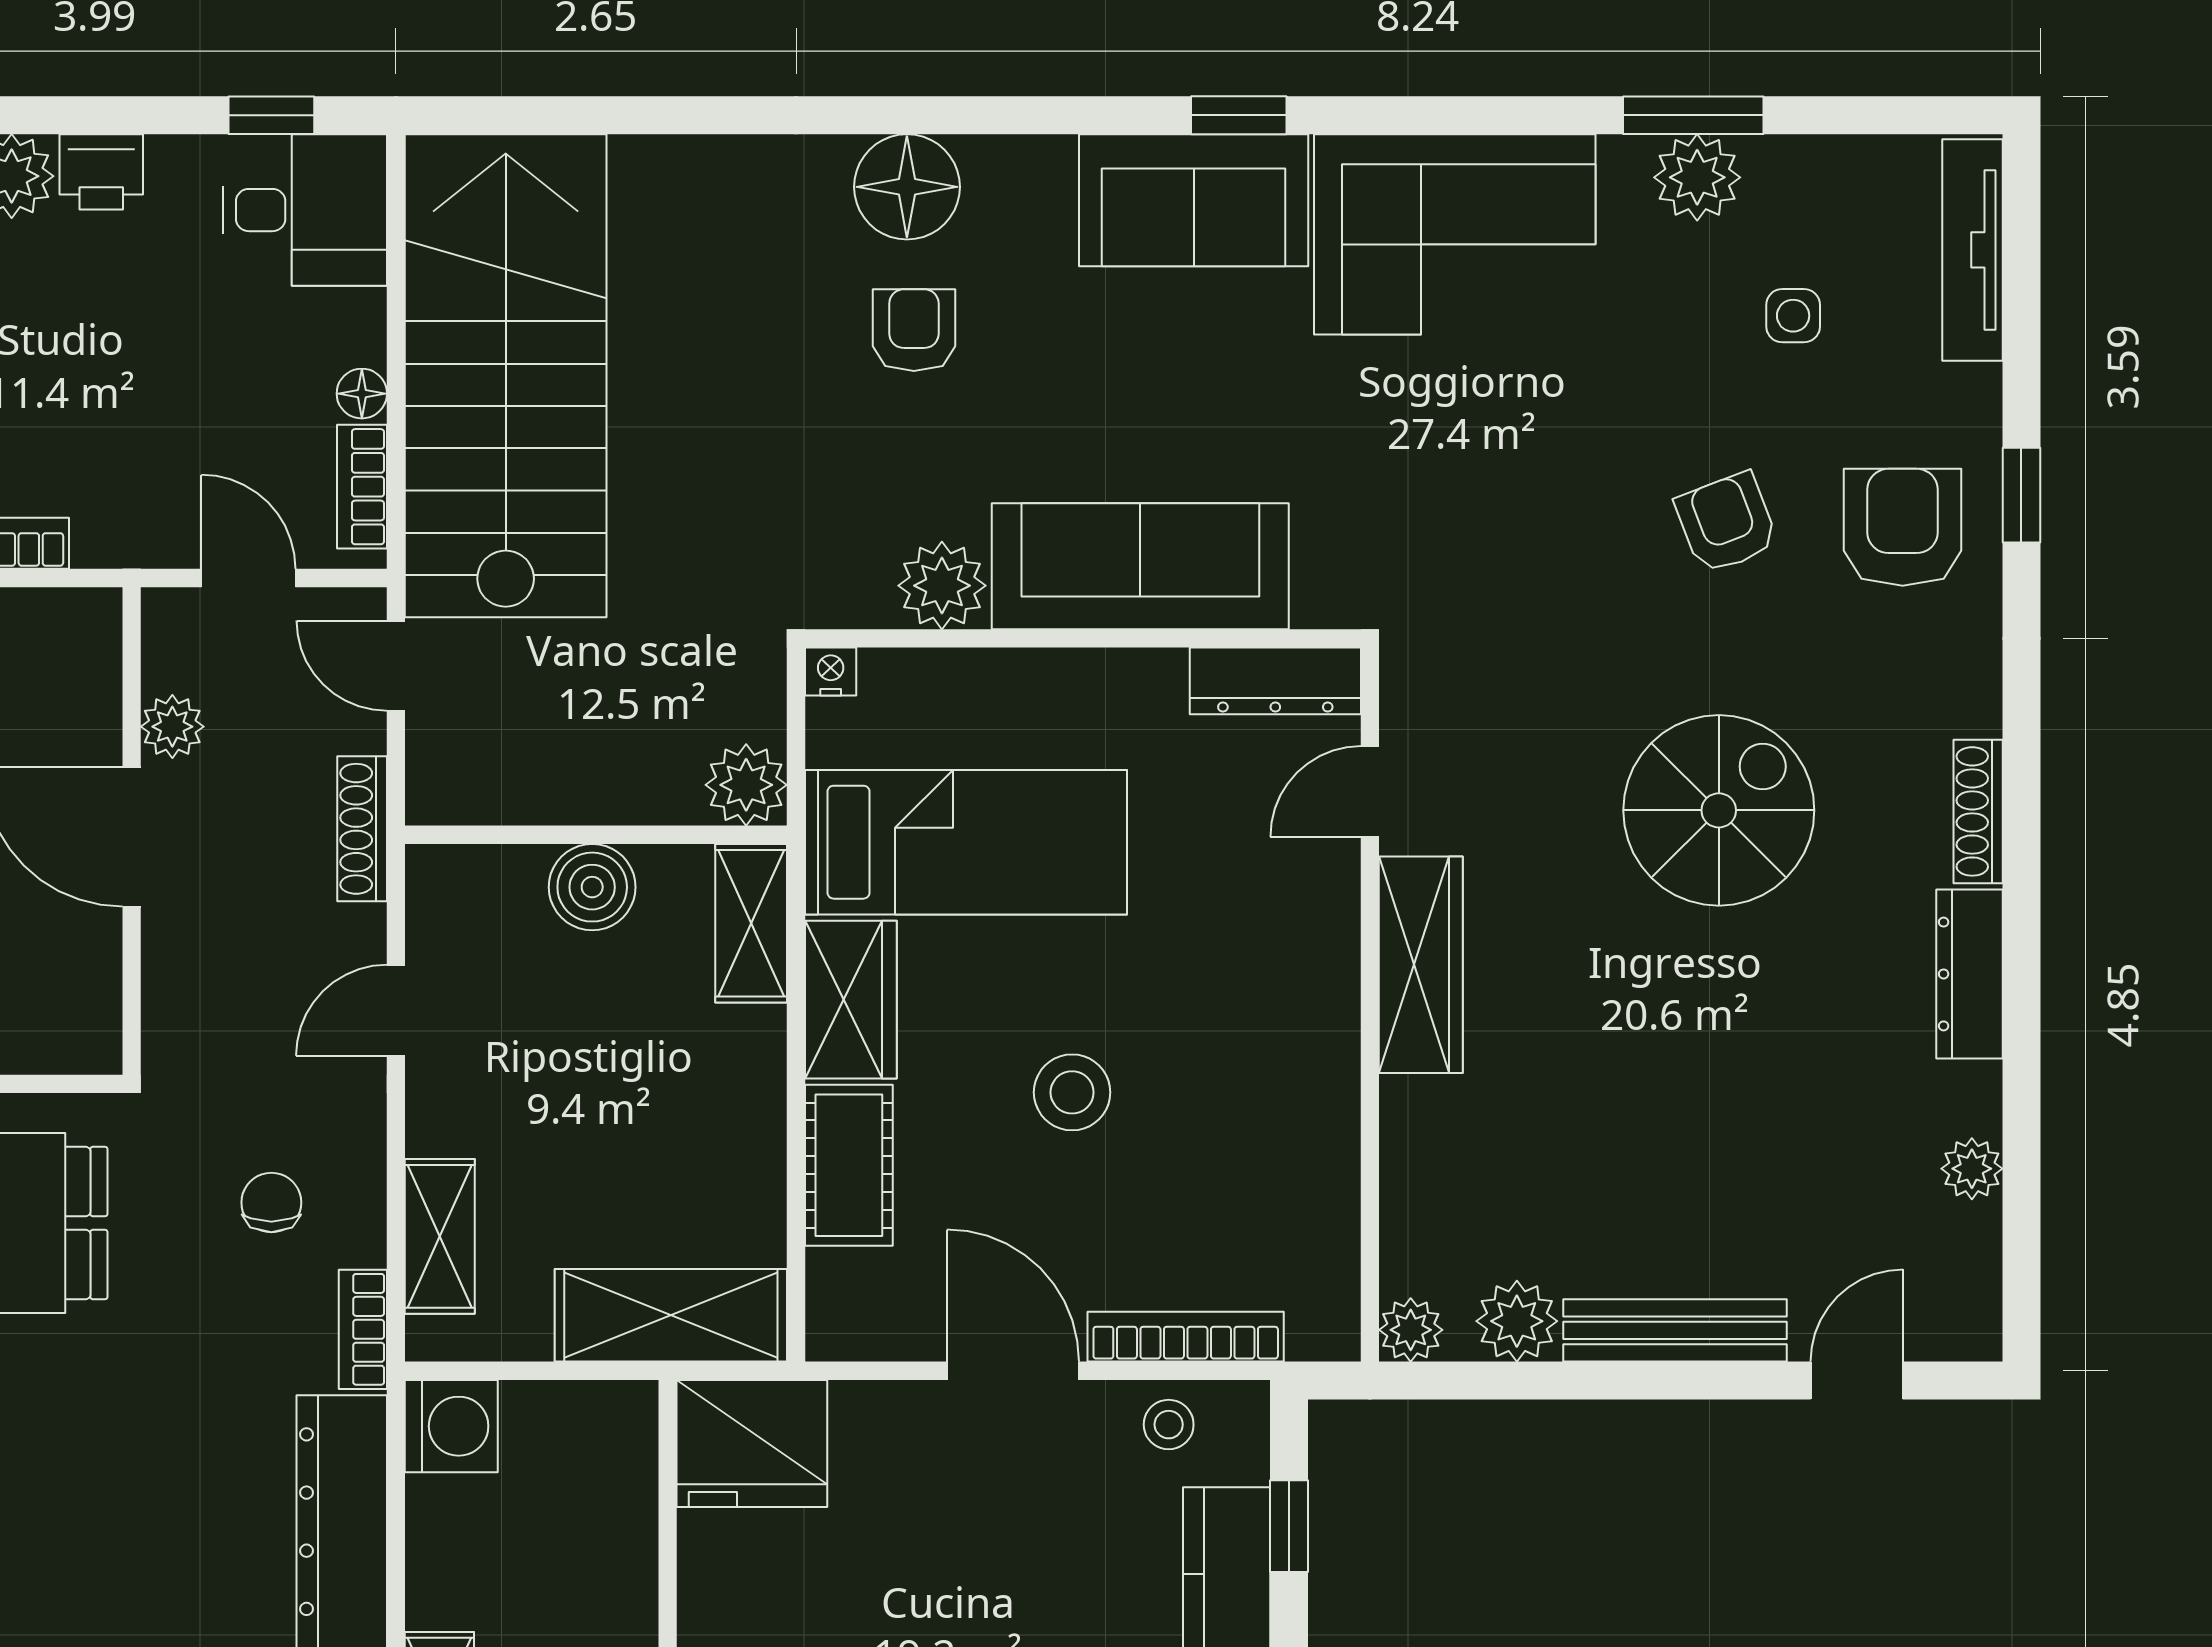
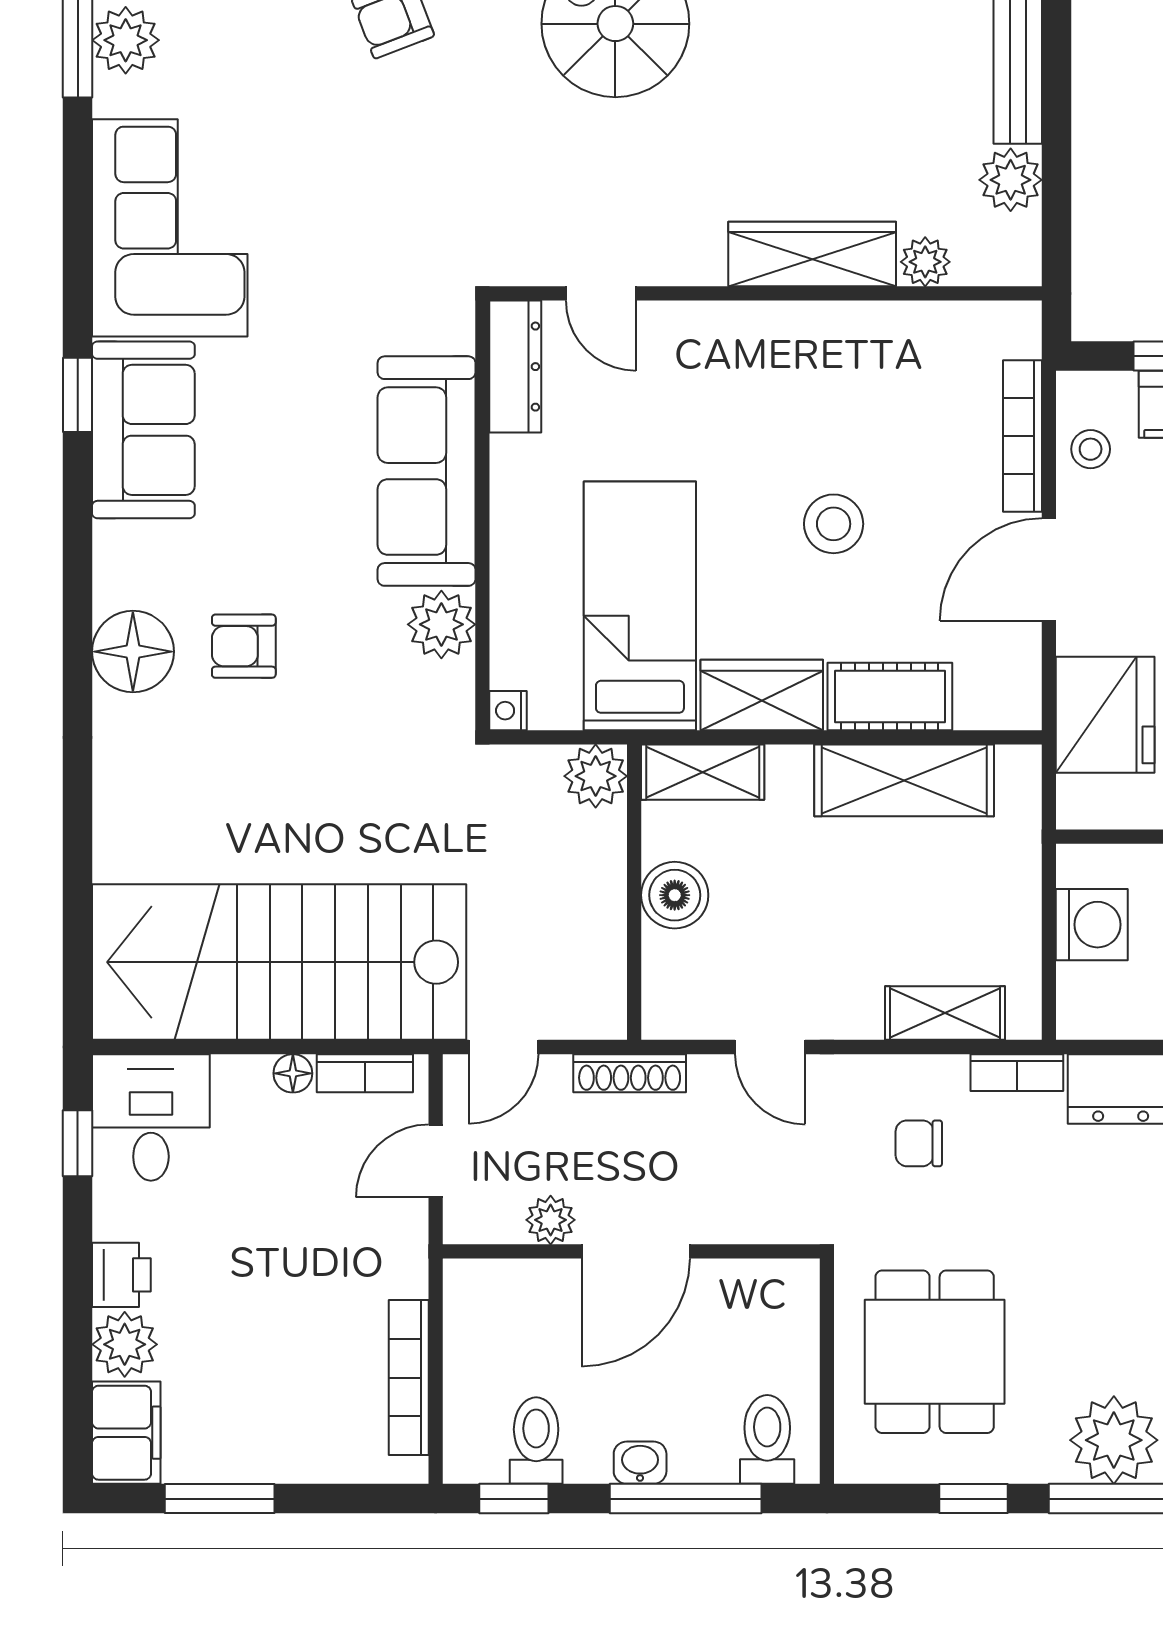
wardrobe: (1421, 965) -> (812, 254), moved
shelving: (671, 1315) -> (904, 780), moved, turned 90
plant: (1411, 1330) -> (925, 262), moved
washing machine: (451, 1426) -> (1092, 925), moved, turned 90
fridge: (752, 1443) -> (1105, 715), moved

